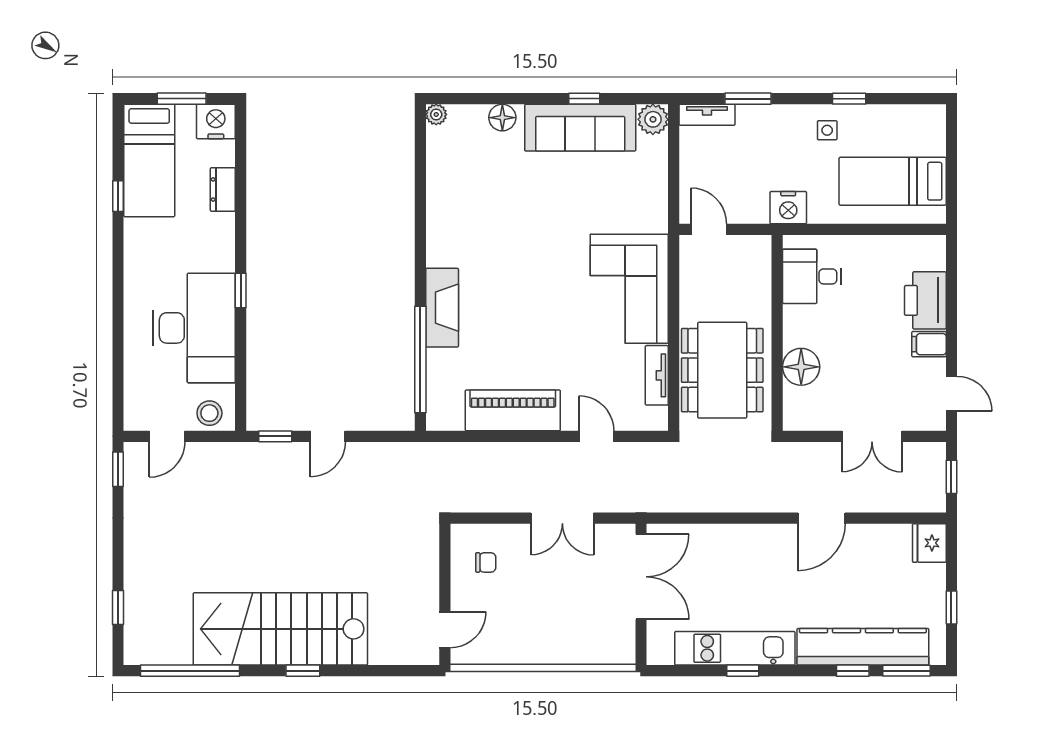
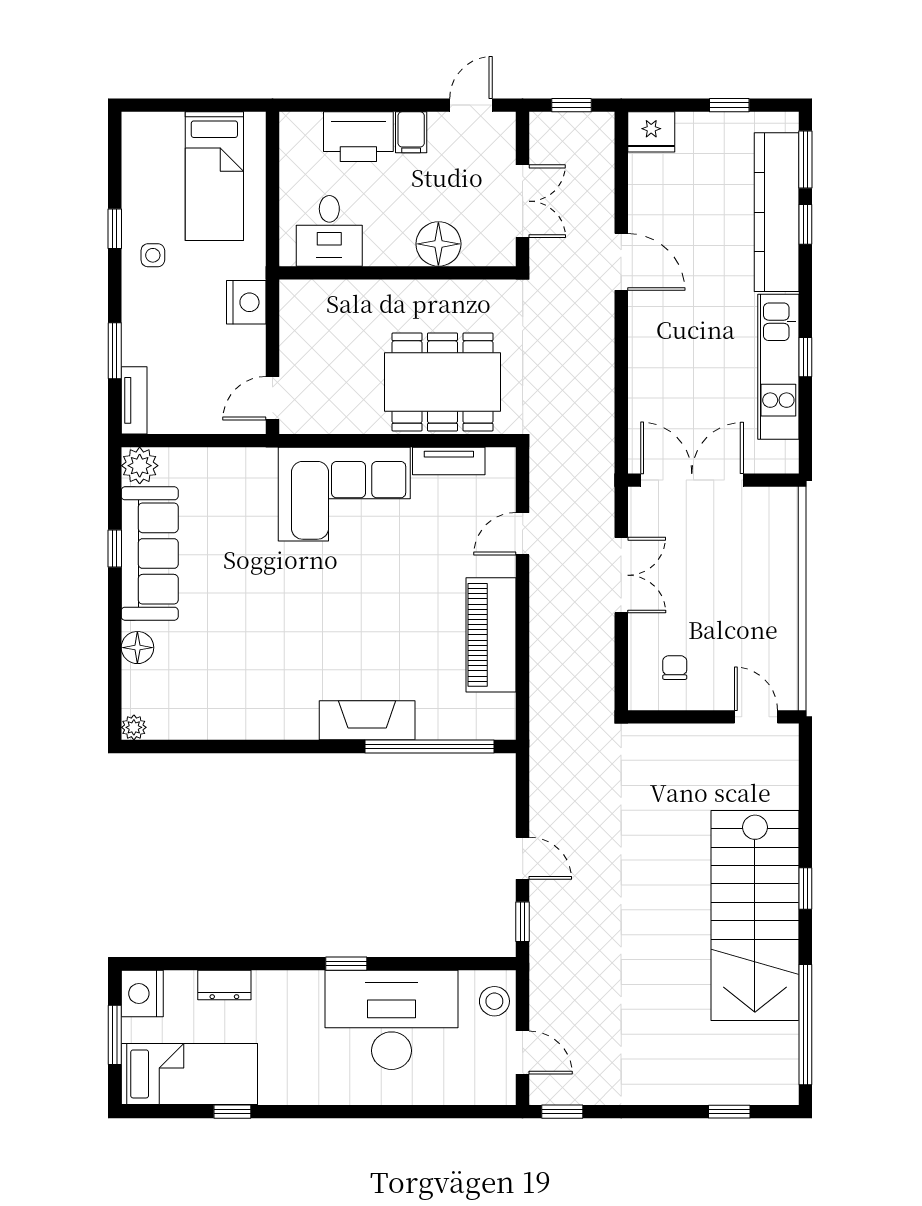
desk: (812, 276) -> (329, 231), moved
wall: (777, 333) -> (398, 273), moved
floor lamp: (801, 367) -> (438, 244), moved

